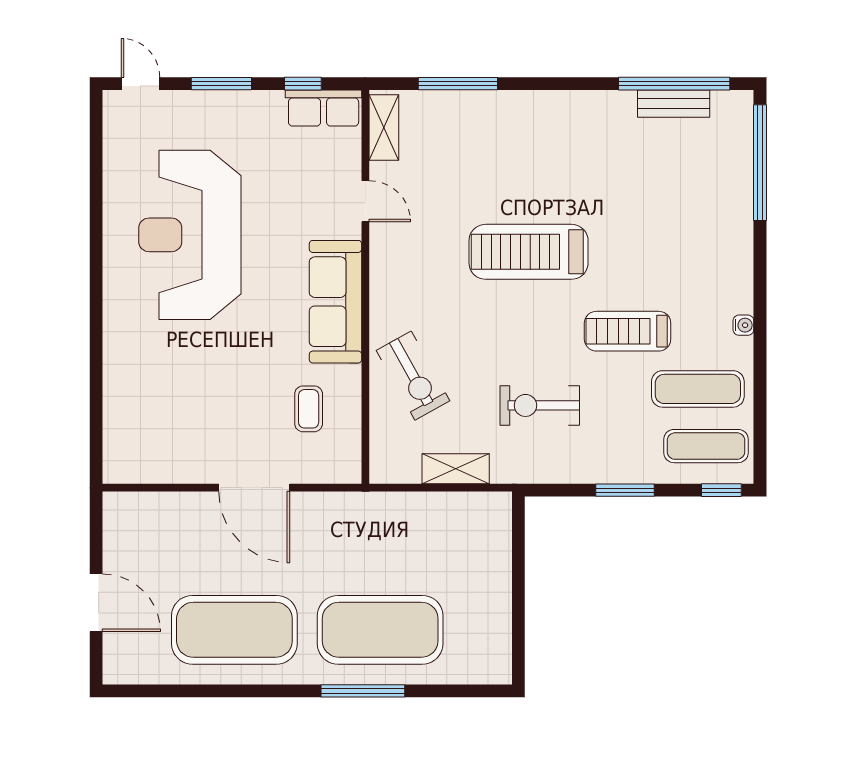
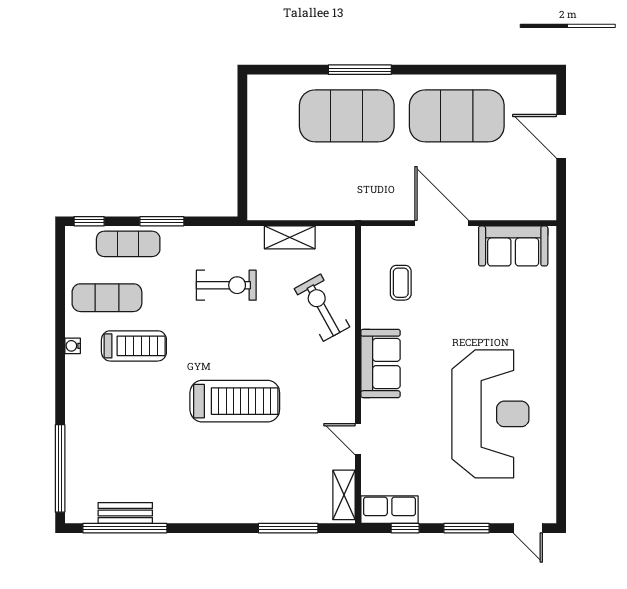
sofa: (335, 302) -> (380, 363), width x0.73
treadmill: (628, 331) -> (134, 346), moved
exercise mat: (706, 446) -> (128, 244), moved
sofa: (160, 457) -> (513, 246), added

